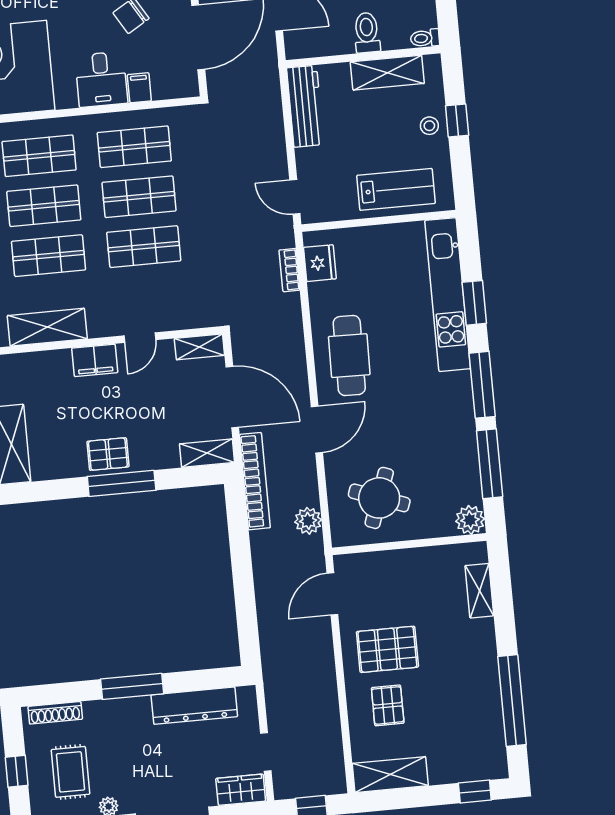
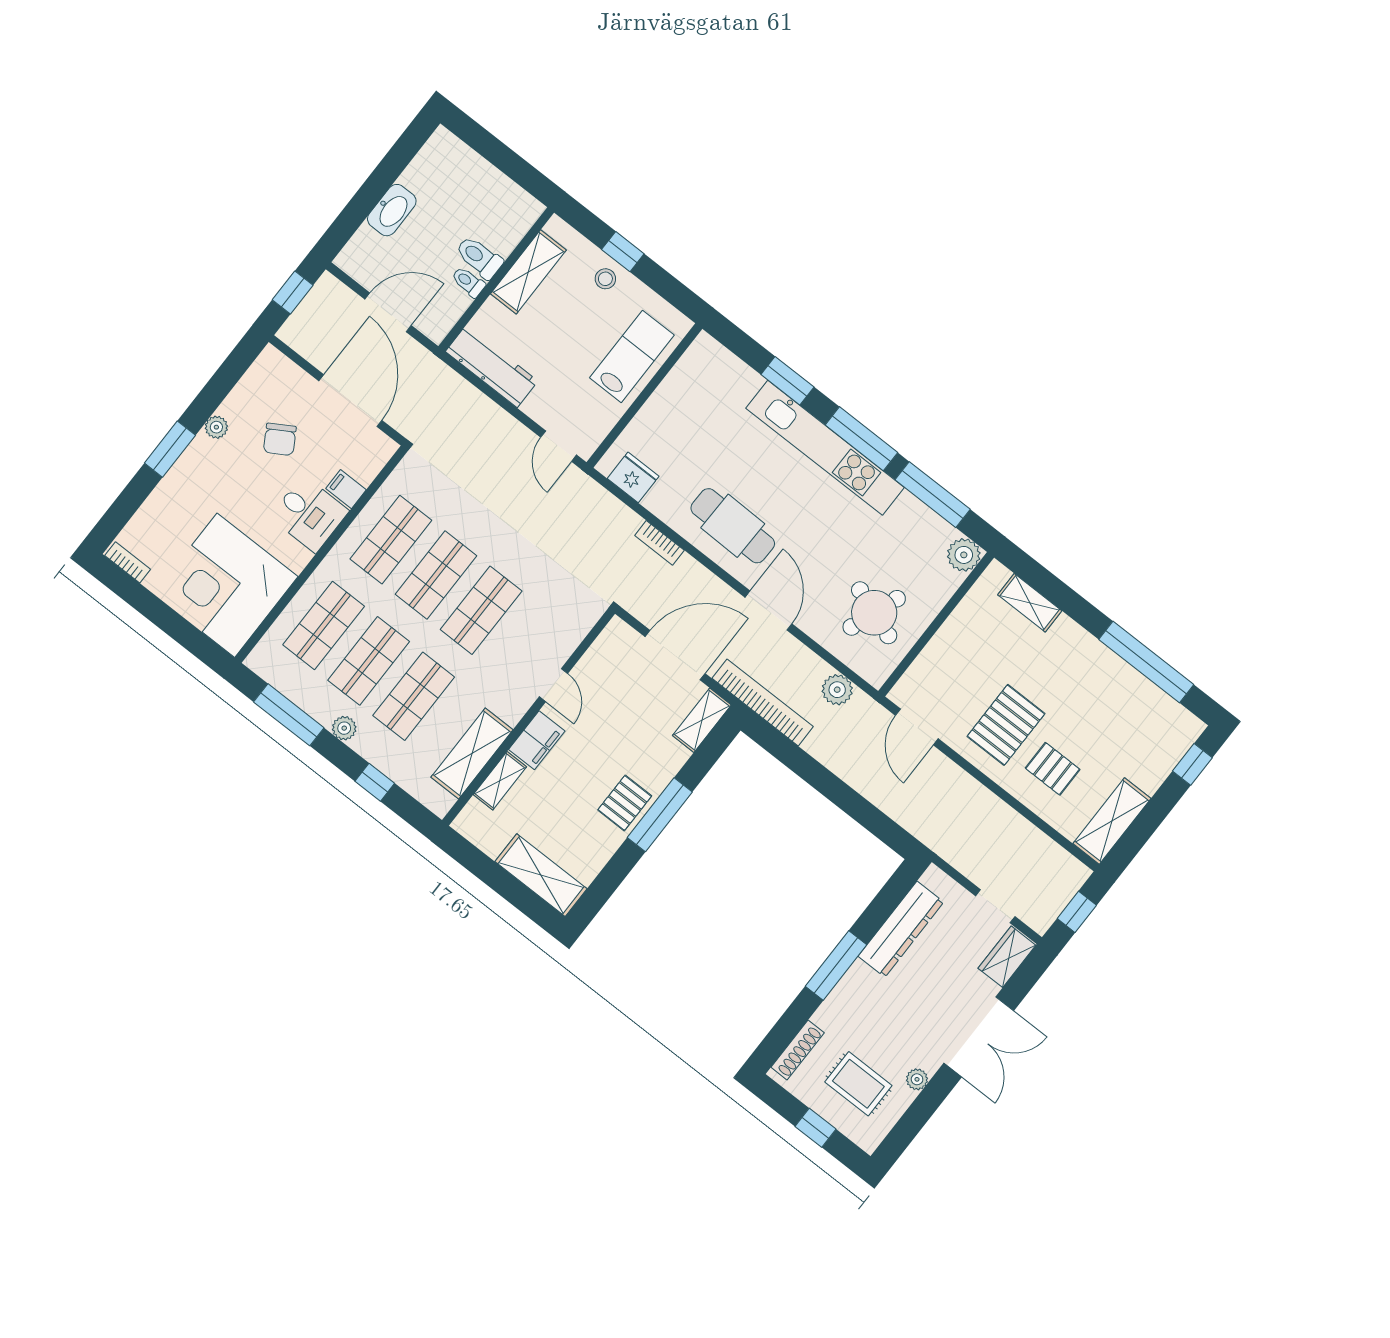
toilet: (425, 38) -> (468, 282), moved, turned 90
door: (295, 197) -> (559, 446), hinge flipped
bookcase: (289, 270) -> (659, 543), moved
kitchen unit: (448, 295) -> (825, 448), moved
shelving: (199, 347) -> (500, 781), moved

